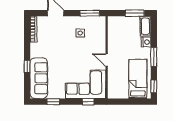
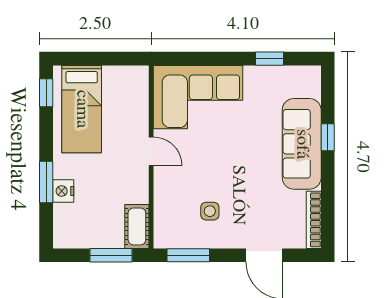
window: (135, 13) -> (111, 255), moved
cot: (145, 26) -> (137, 226), moved
window: (154, 57) -> (46, 182), moved
sofa: (39, 78) -> (302, 144), moved
window: (88, 102) -> (192, 59), removed

